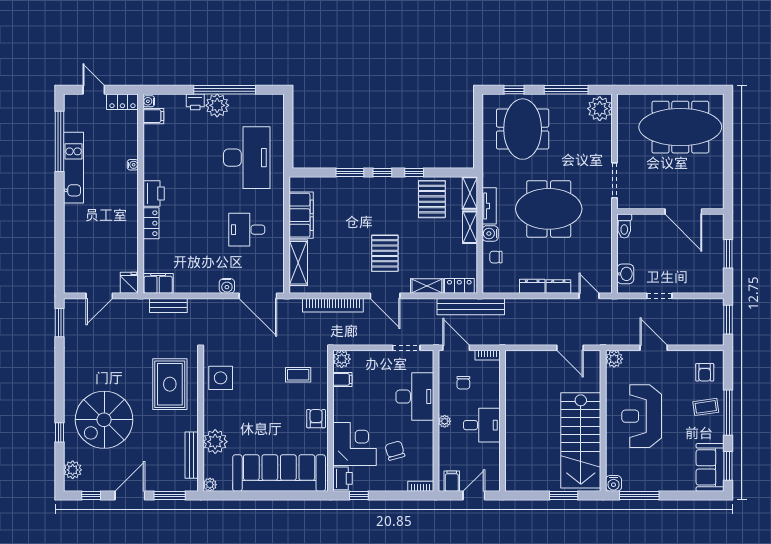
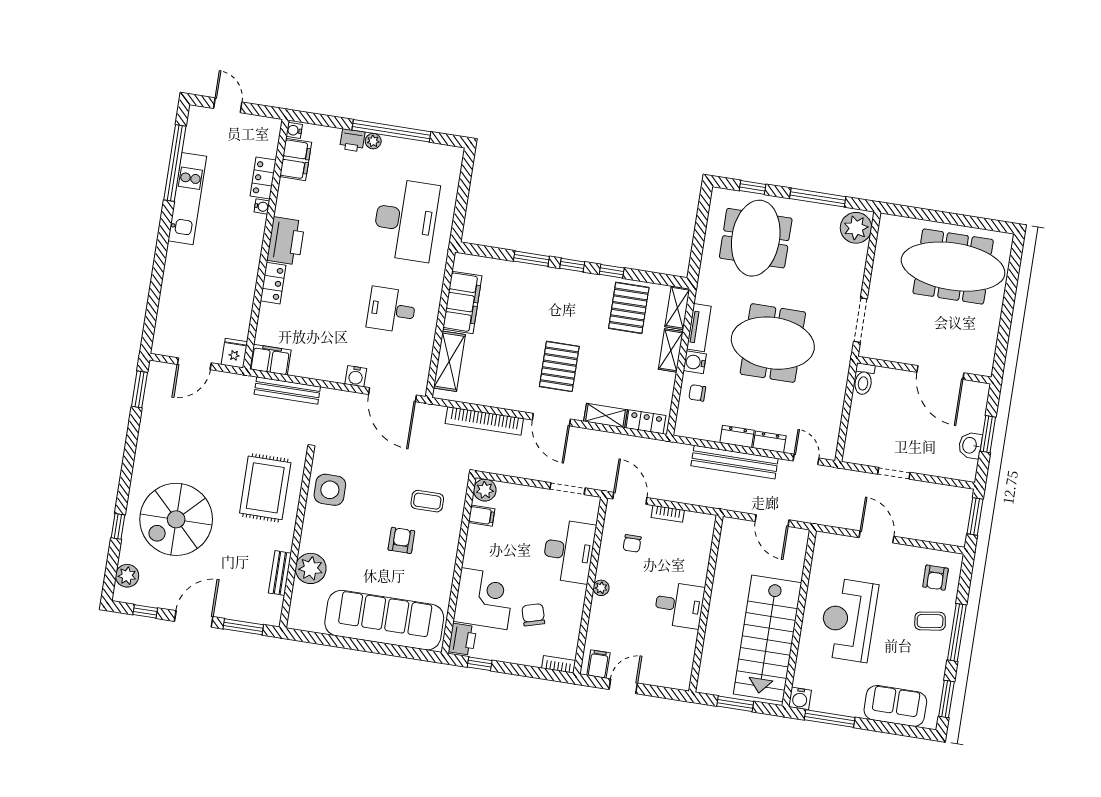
locker: (122, 102) -> (263, 178), moved, turned 90
plant: (217, 105) -> (373, 141), width x0.53, depth x0.53
filing cabinet: (153, 116) -> (296, 159), width x2.00
printer: (154, 193) -> (286, 241), width x1.37, depth x1.19
washbasin: (625, 274) -> (970, 445), moved, turned 180
bench: (168, 305) -> (287, 390), width x1.36
bench: (471, 307) -> (735, 462), moved
plant: (614, 359) -> (825, 543), removed
armchair: (316, 419) -> (401, 540), moved
wall: (502, 421) -> (706, 604), moved
desk: (482, 425) -> (679, 605), moved
bench: (192, 455) -> (280, 573), width x0.73
sofa: (710, 467) -> (895, 706), moved, turned 90
plant: (210, 485) -> (296, 621), removed

